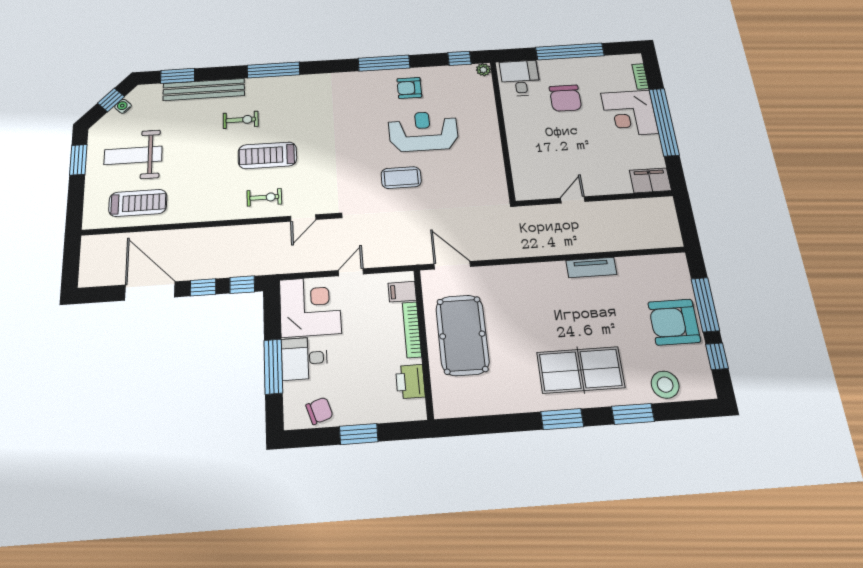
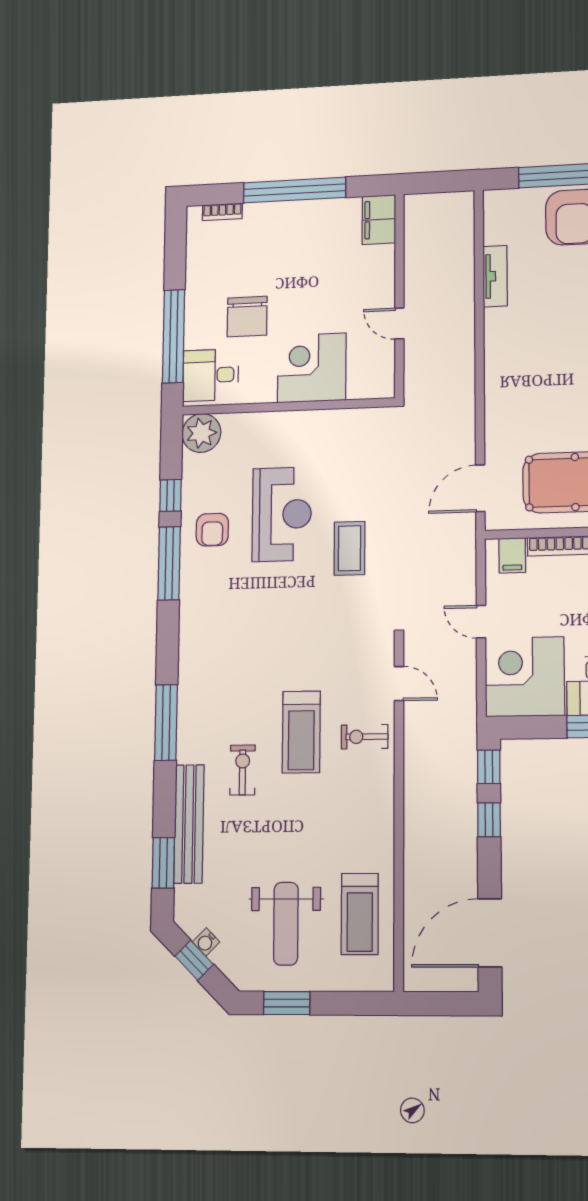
window: (570, 51) -> (174, 336), moved
window: (459, 58) -> (170, 495), moved
plant: (483, 70) -> (201, 433), width x1.87, depth x1.87
chair: (565, 98) -> (247, 317), turned 90
corner desk: (629, 113) -> (312, 368), moved, turned 180
reception desk: (423, 131) -> (282, 514), turned 180
exercise bike: (264, 197) -> (365, 737), turned -90
treadmill: (138, 203) -> (360, 914), turned 180
tv unit: (591, 268) -> (495, 276), moved
door: (150, 291) -> (490, 933), moved

